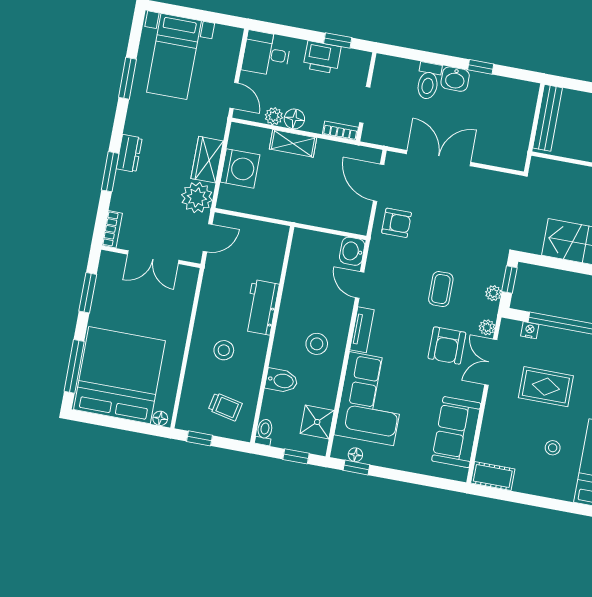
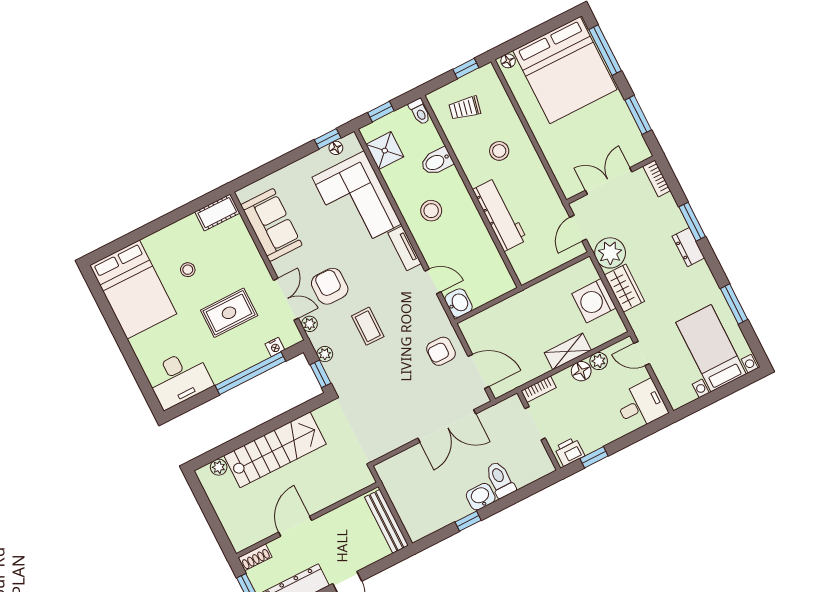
printer: (322, 57) -> (569, 452), moved, width x0.73, depth x0.81
workbench: (261, 307) -> (500, 215), width x1.38

